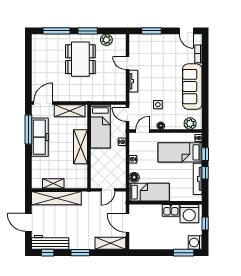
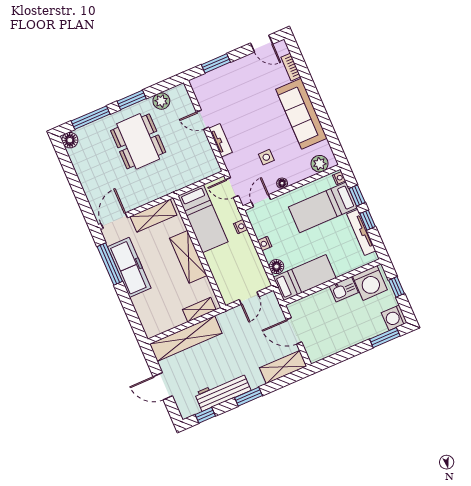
floor lamp: (37, 39) -> (70, 140), added
shelving: (53, 183) -> (199, 310), moved
workbench: (50, 242) -> (223, 392), moved

